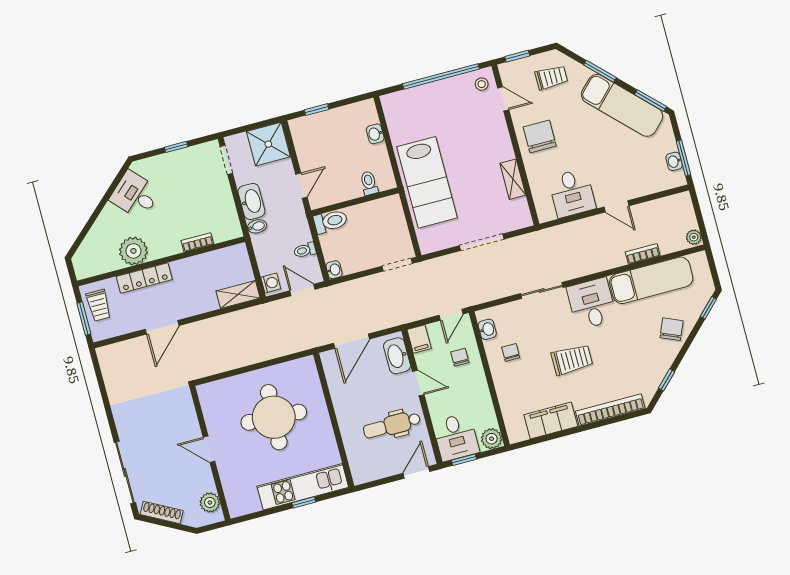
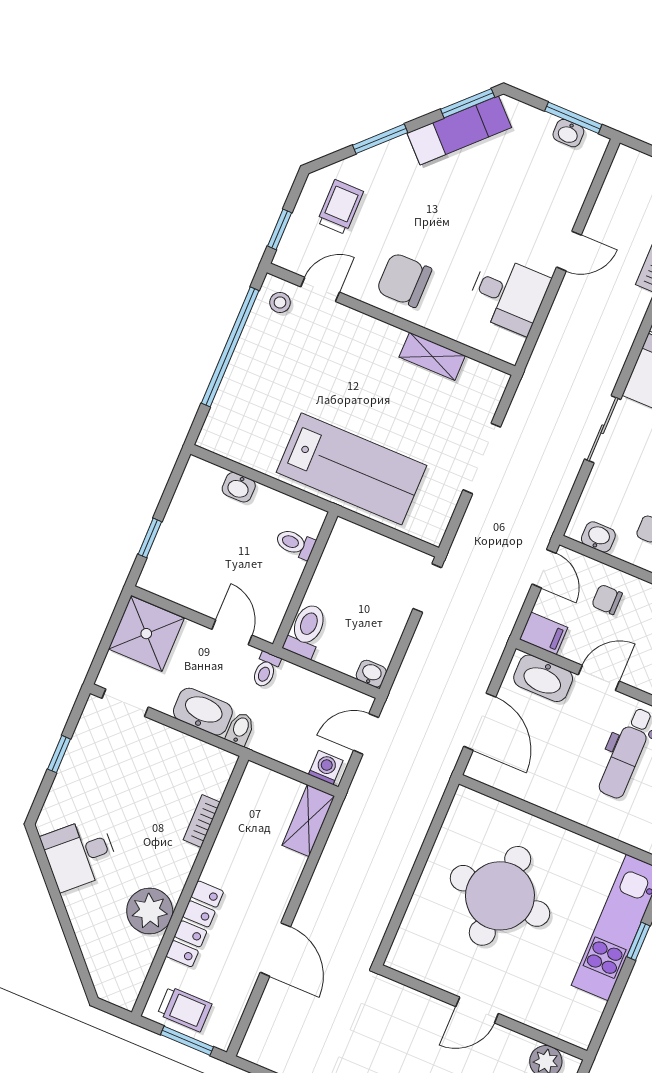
exam couch: (622, 105) -> (459, 130), width x0.73, depth x0.69
toilet: (305, 250) -> (266, 670), moved

